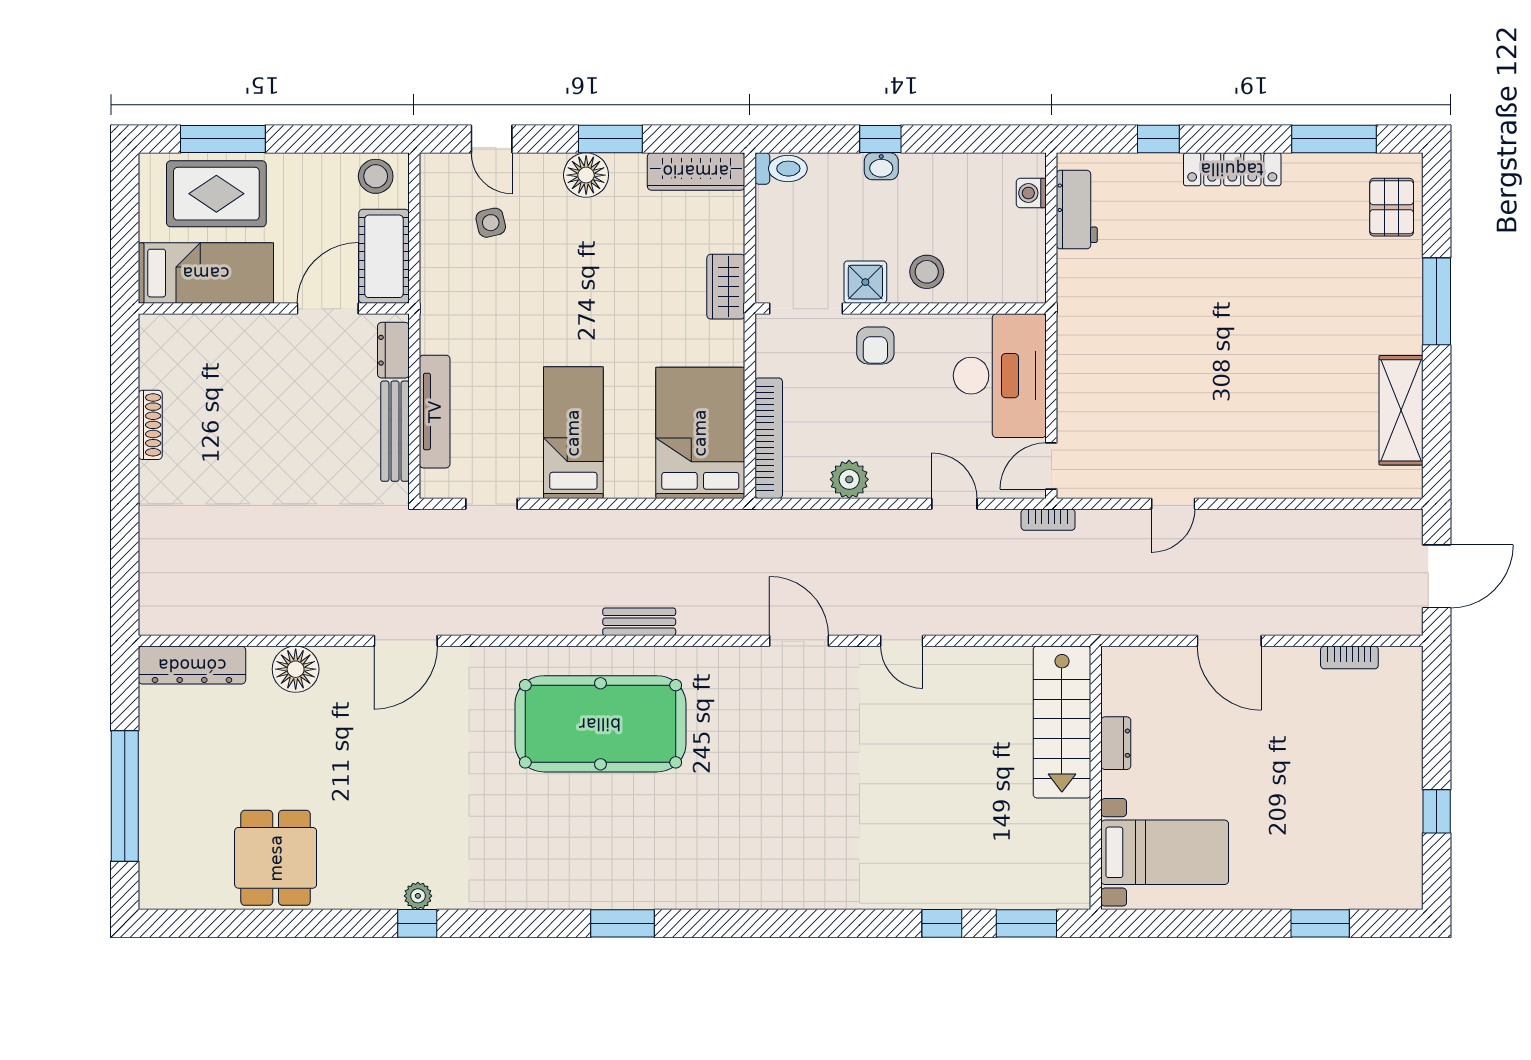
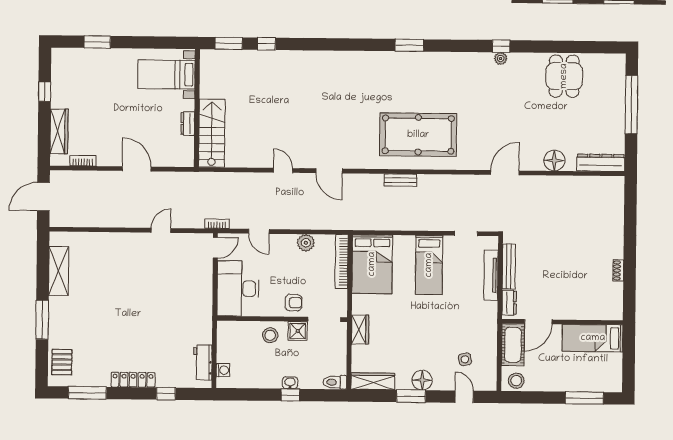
rug: (216, 194) -> (588, 374), removed
armchair: (875, 345) -> (293, 303), turned 90
shoe rack: (150, 425) -> (618, 270), width x0.70
wardrobe: (1404, 723) -> (59, 131), added

